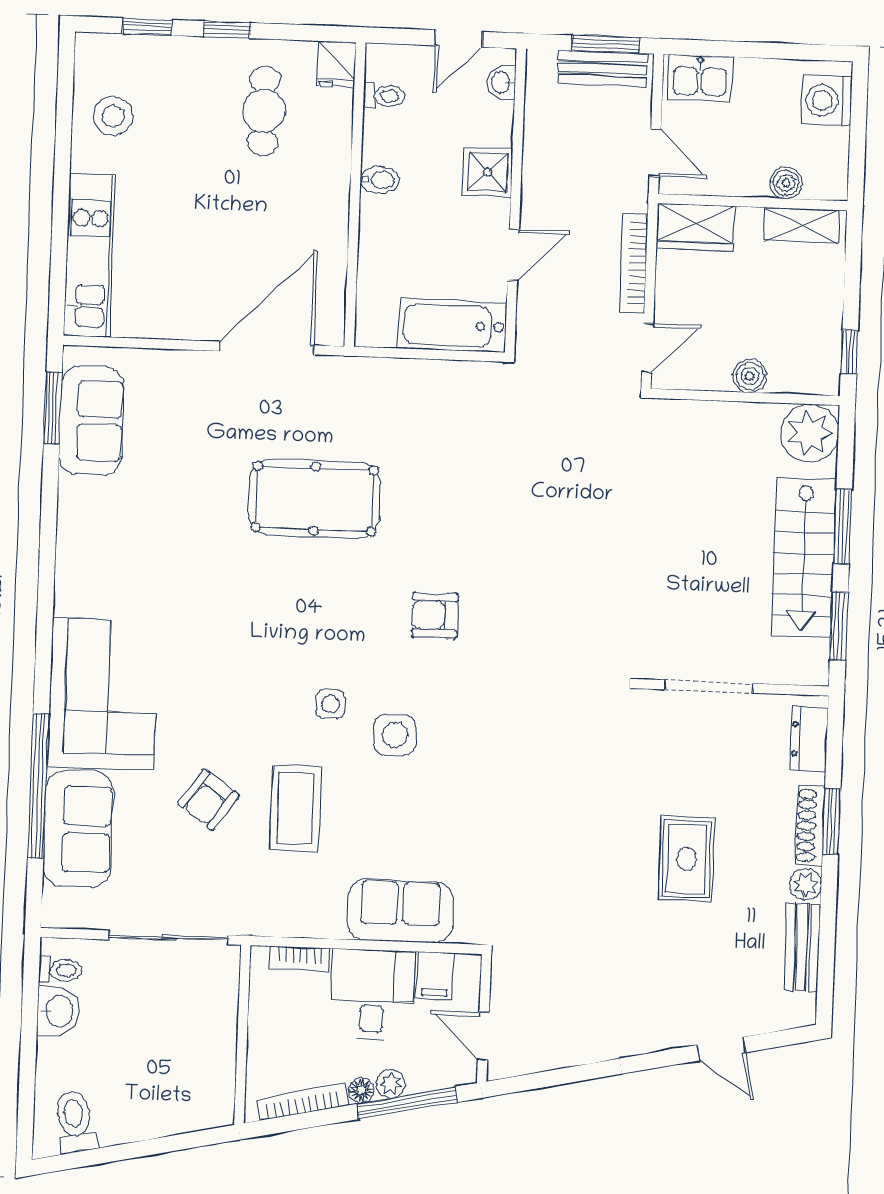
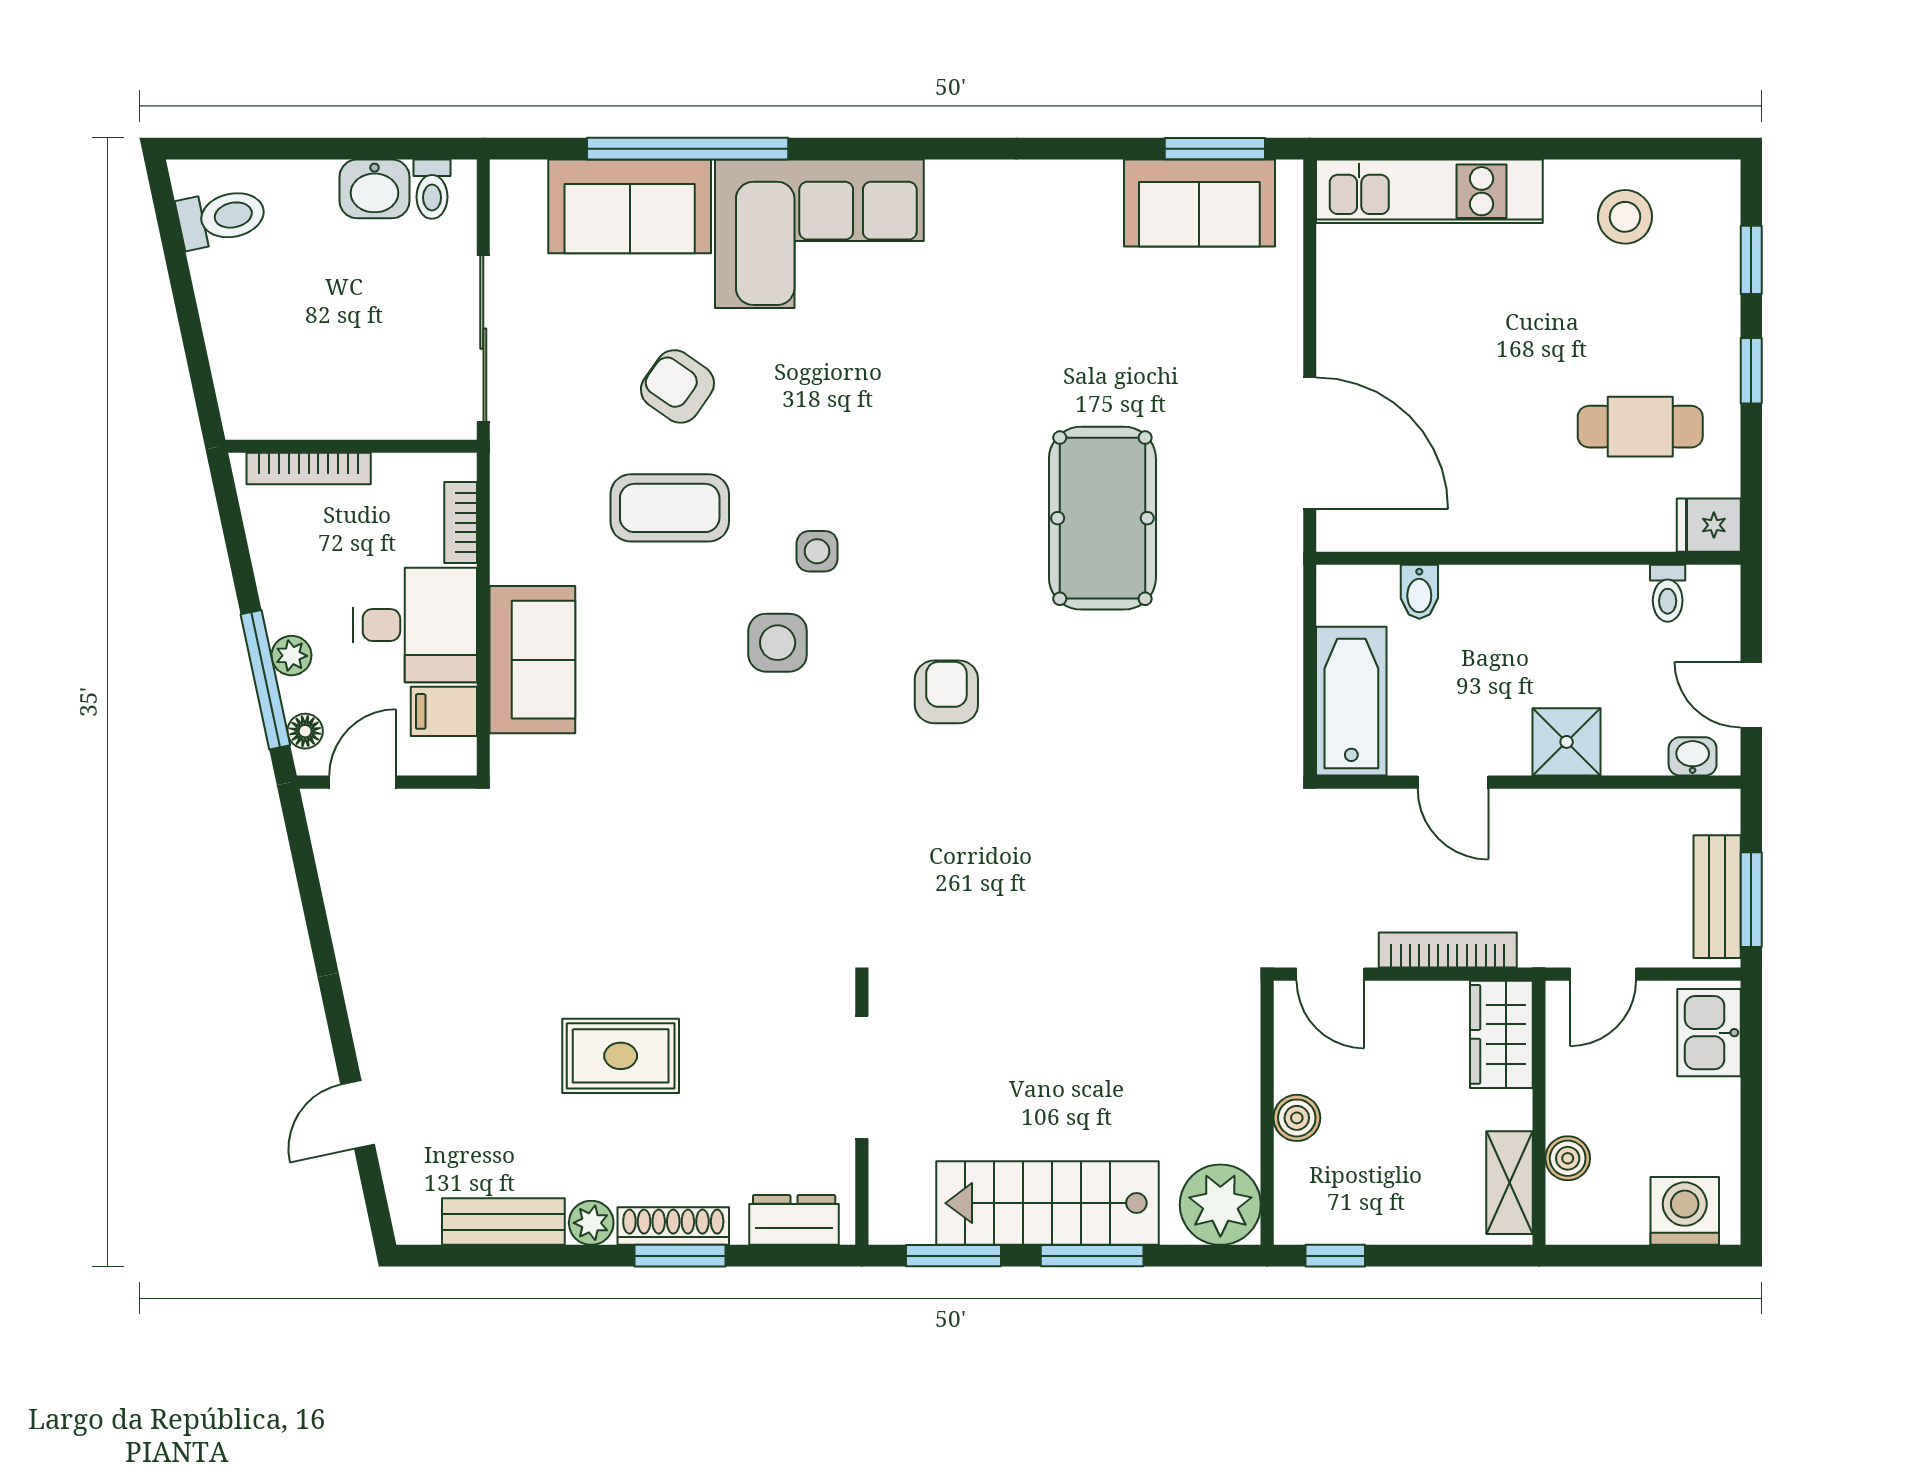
bidet: (380, 180) -> (1419, 592), moved
floor lamp: (362, 1090) -> (305, 731), moved
bookcase: (302, 1102) -> (309, 468), moved, turned 102

